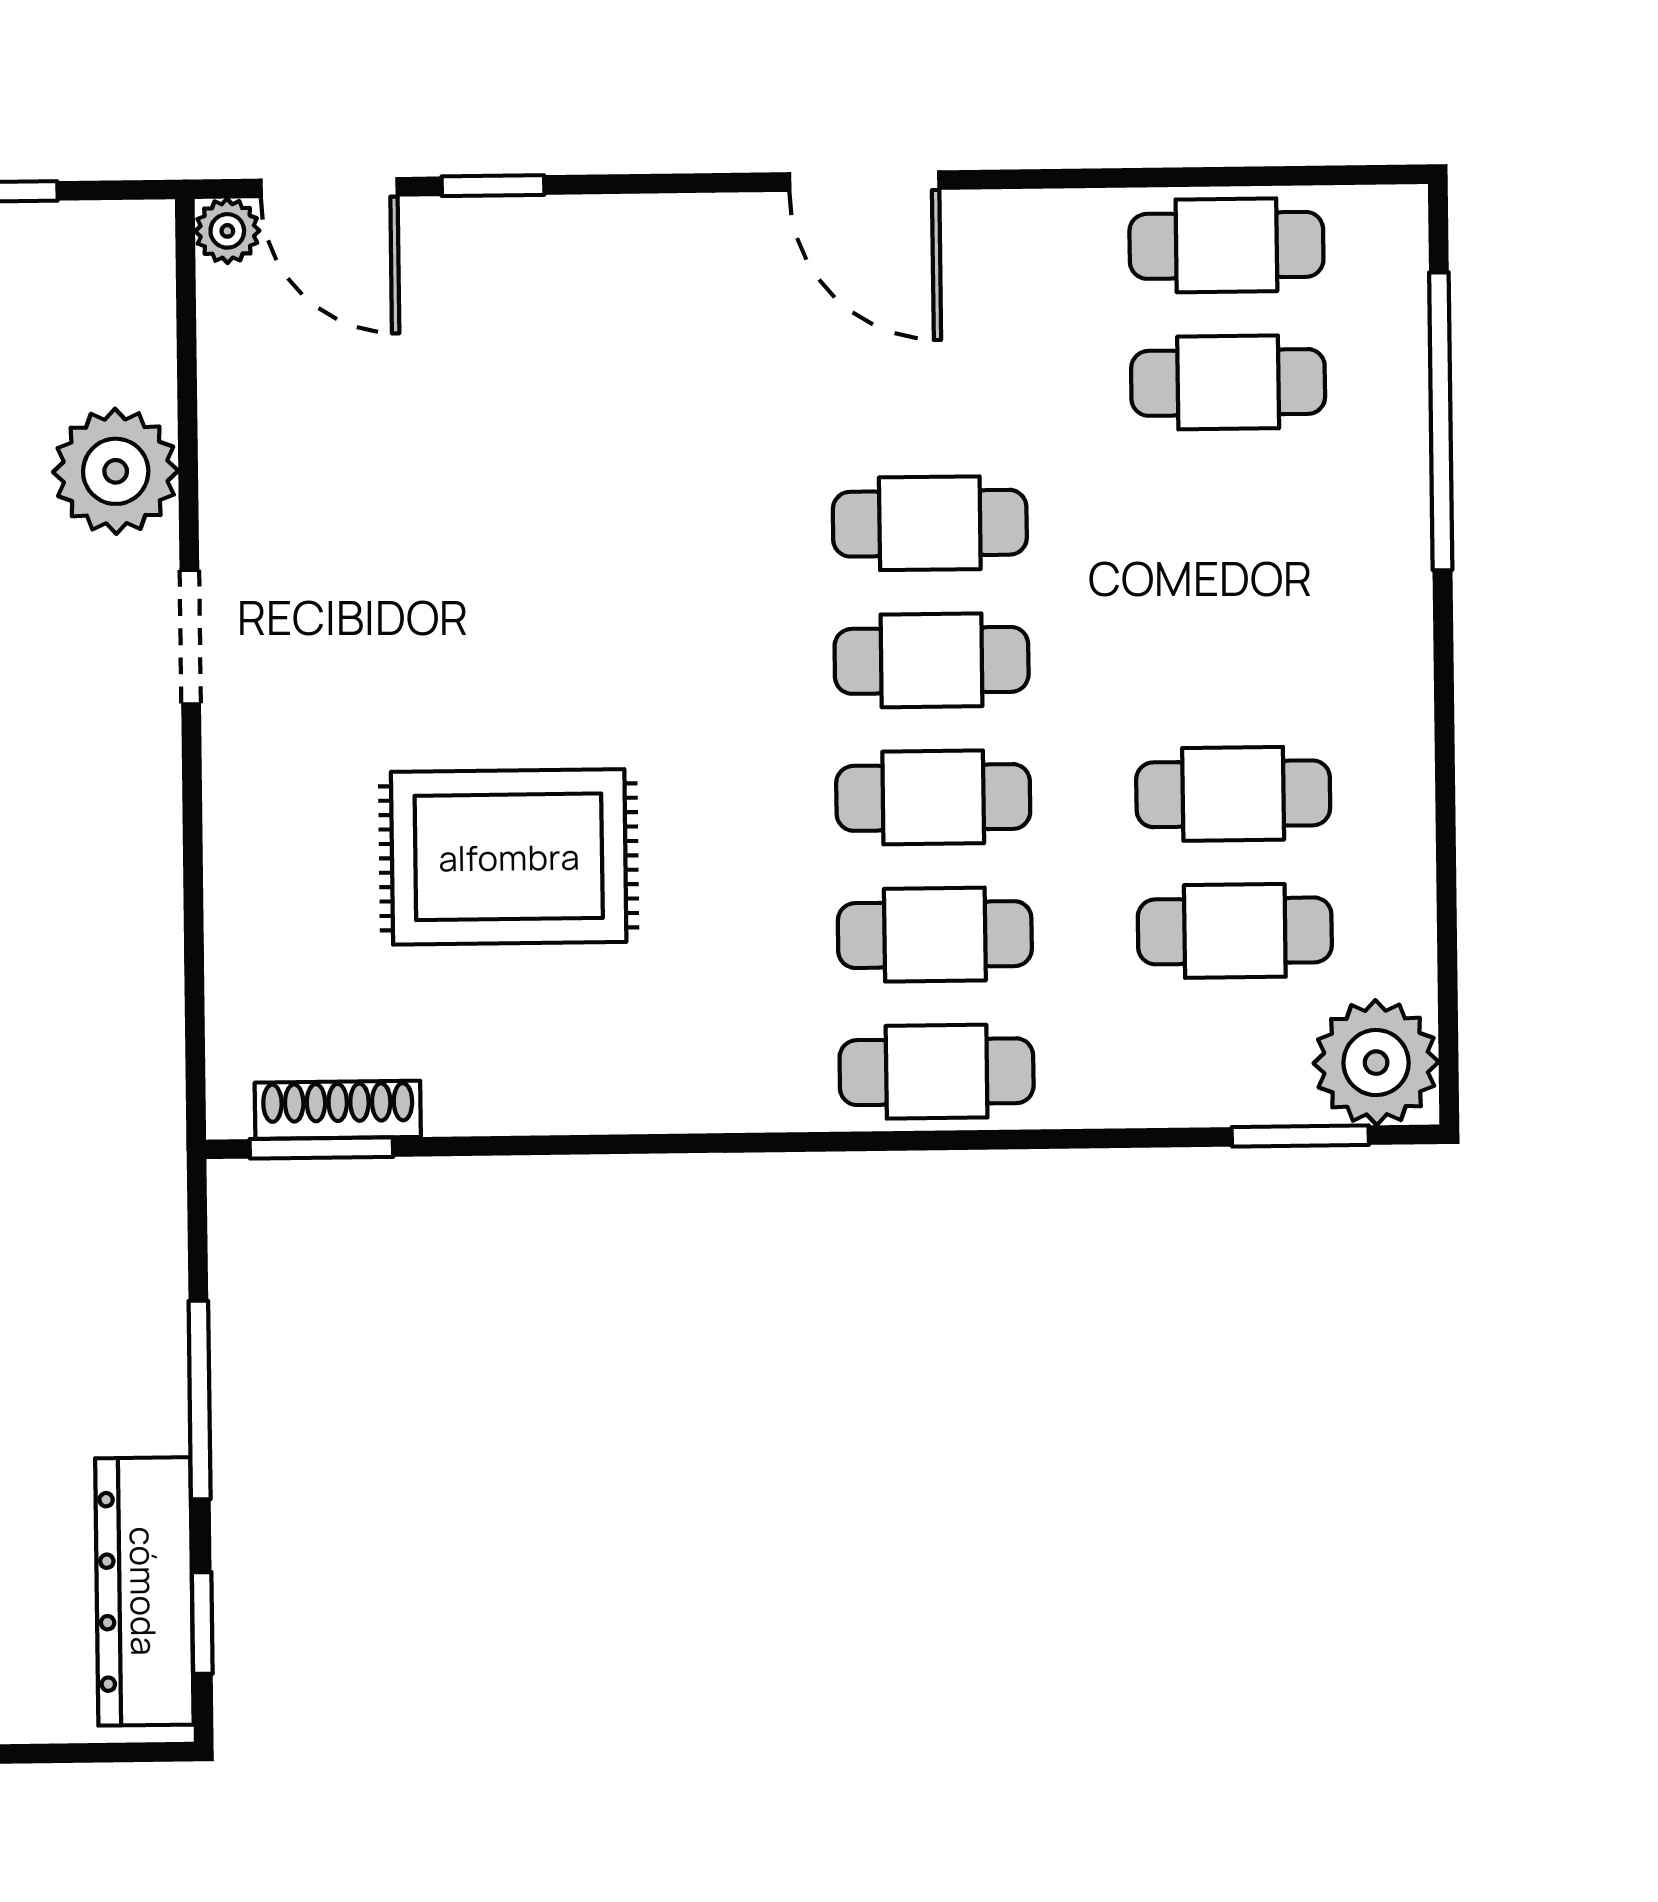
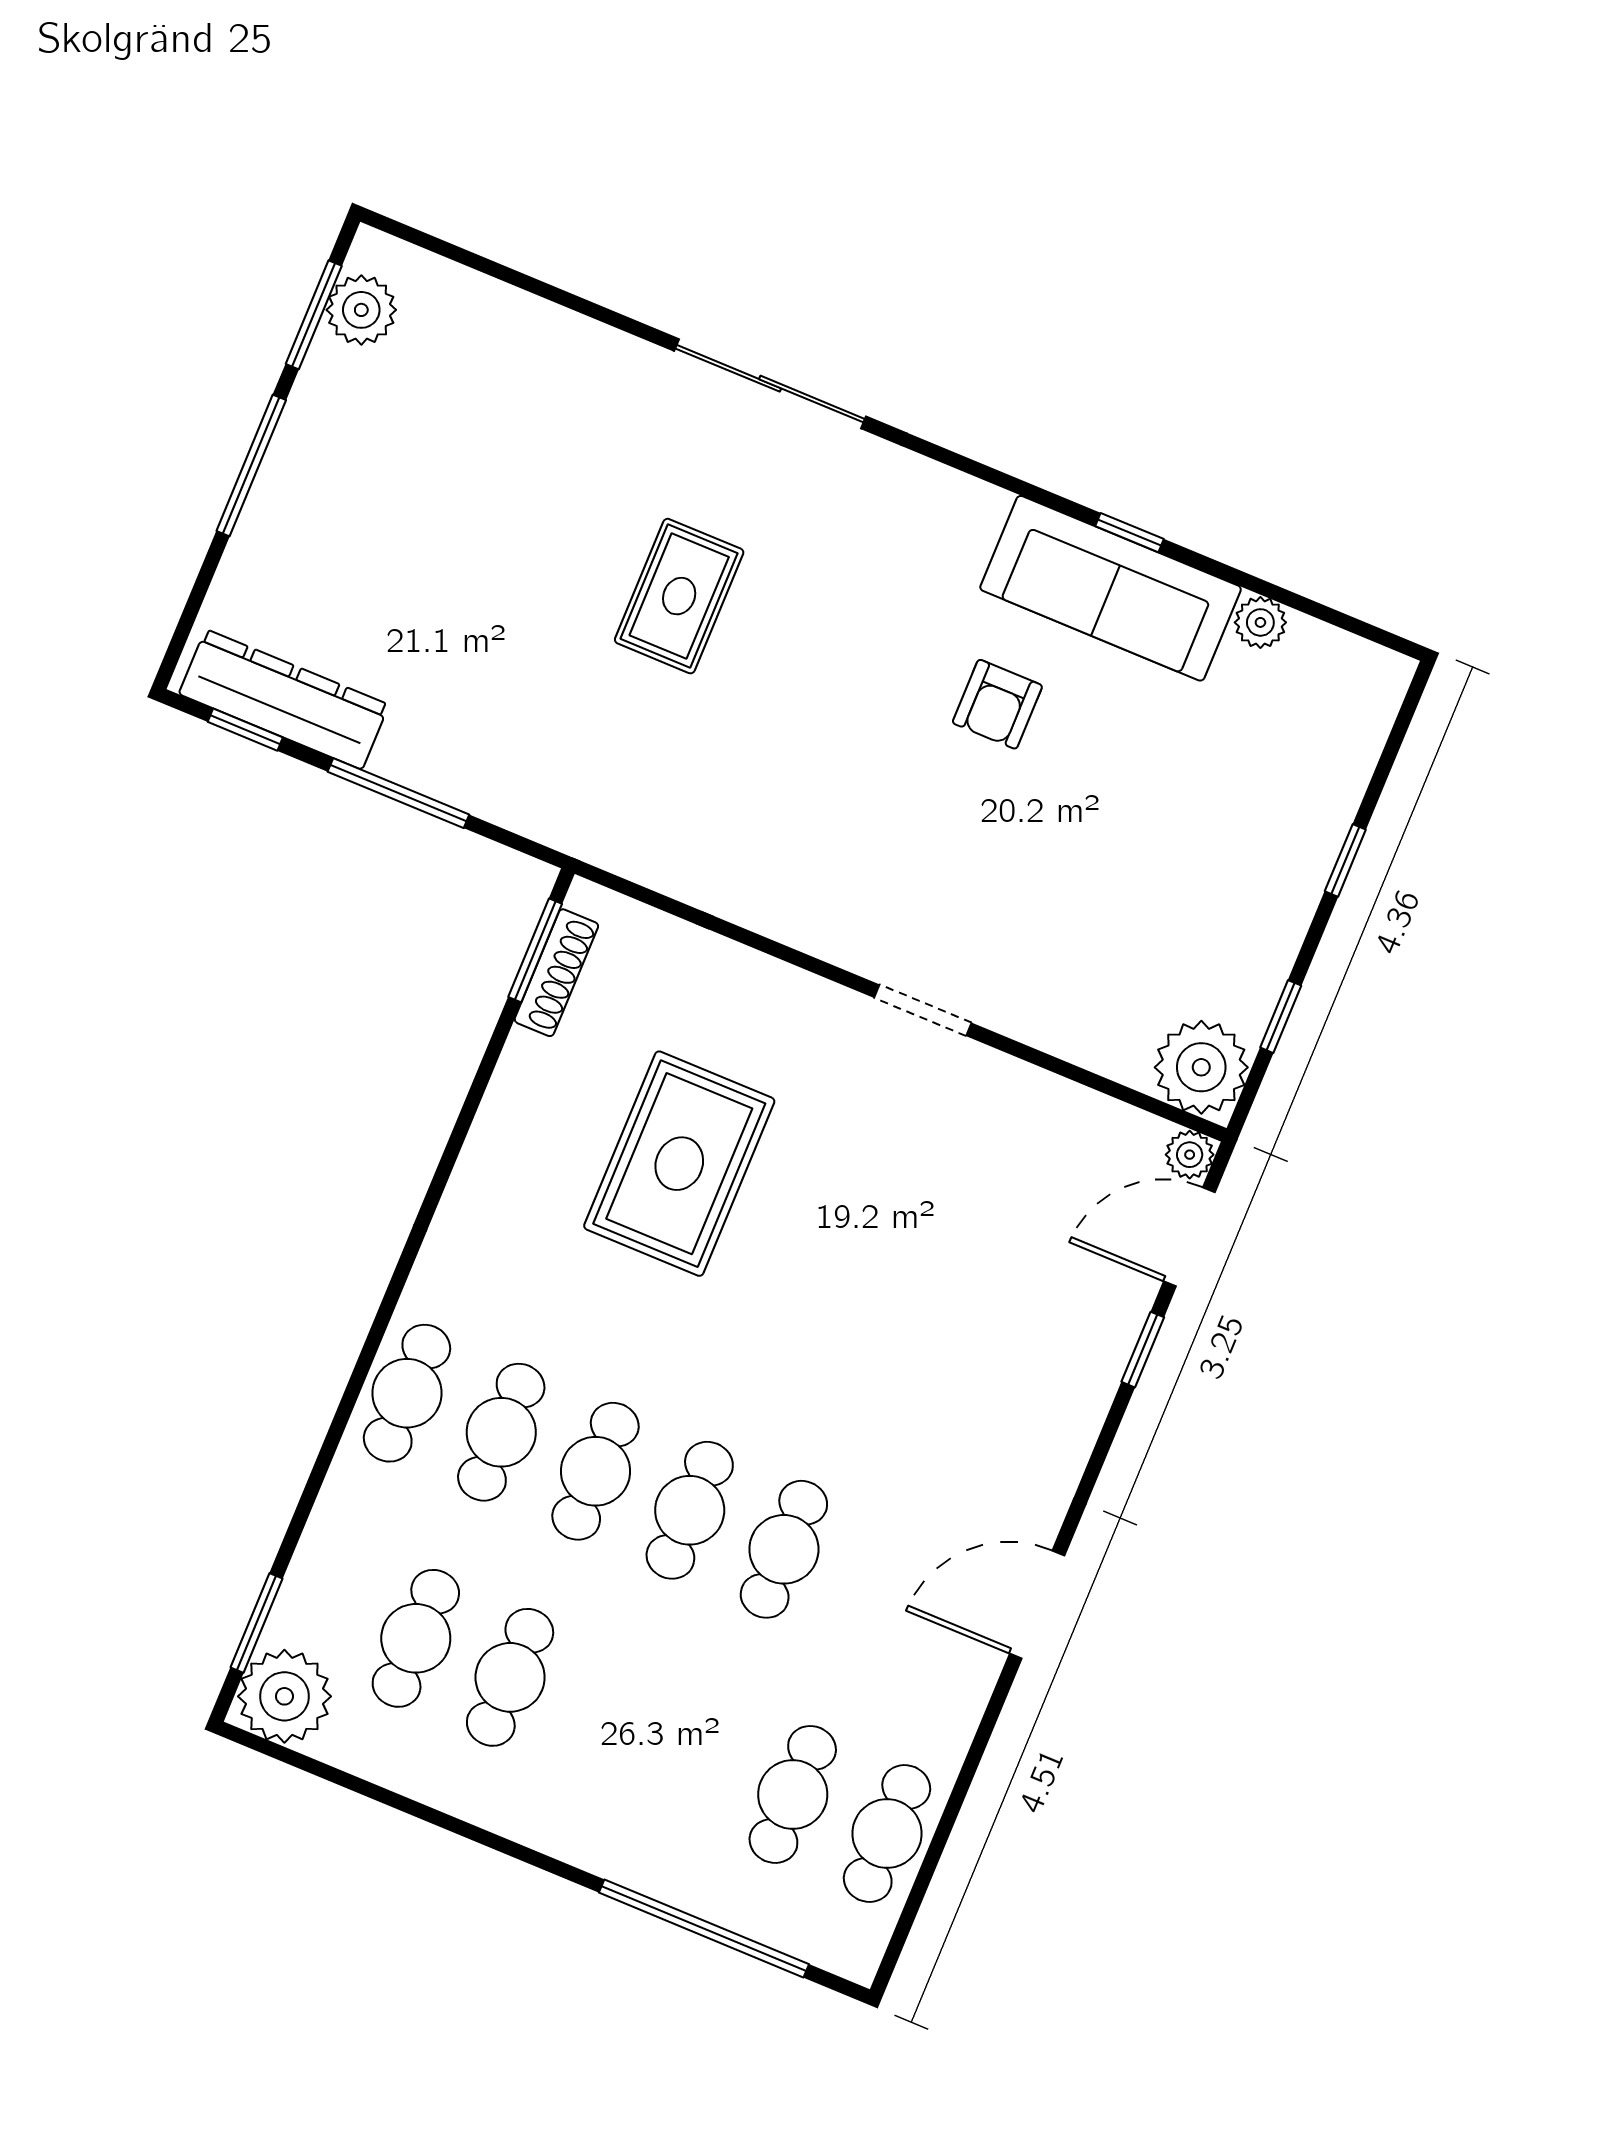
plant: (116, 471) -> (1201, 1067), moved

